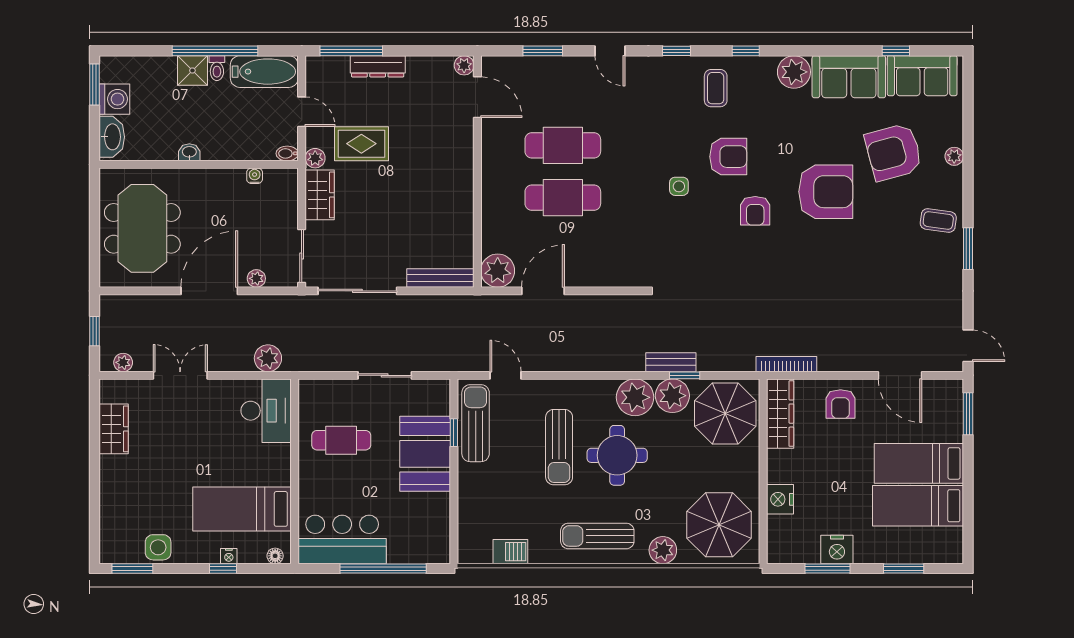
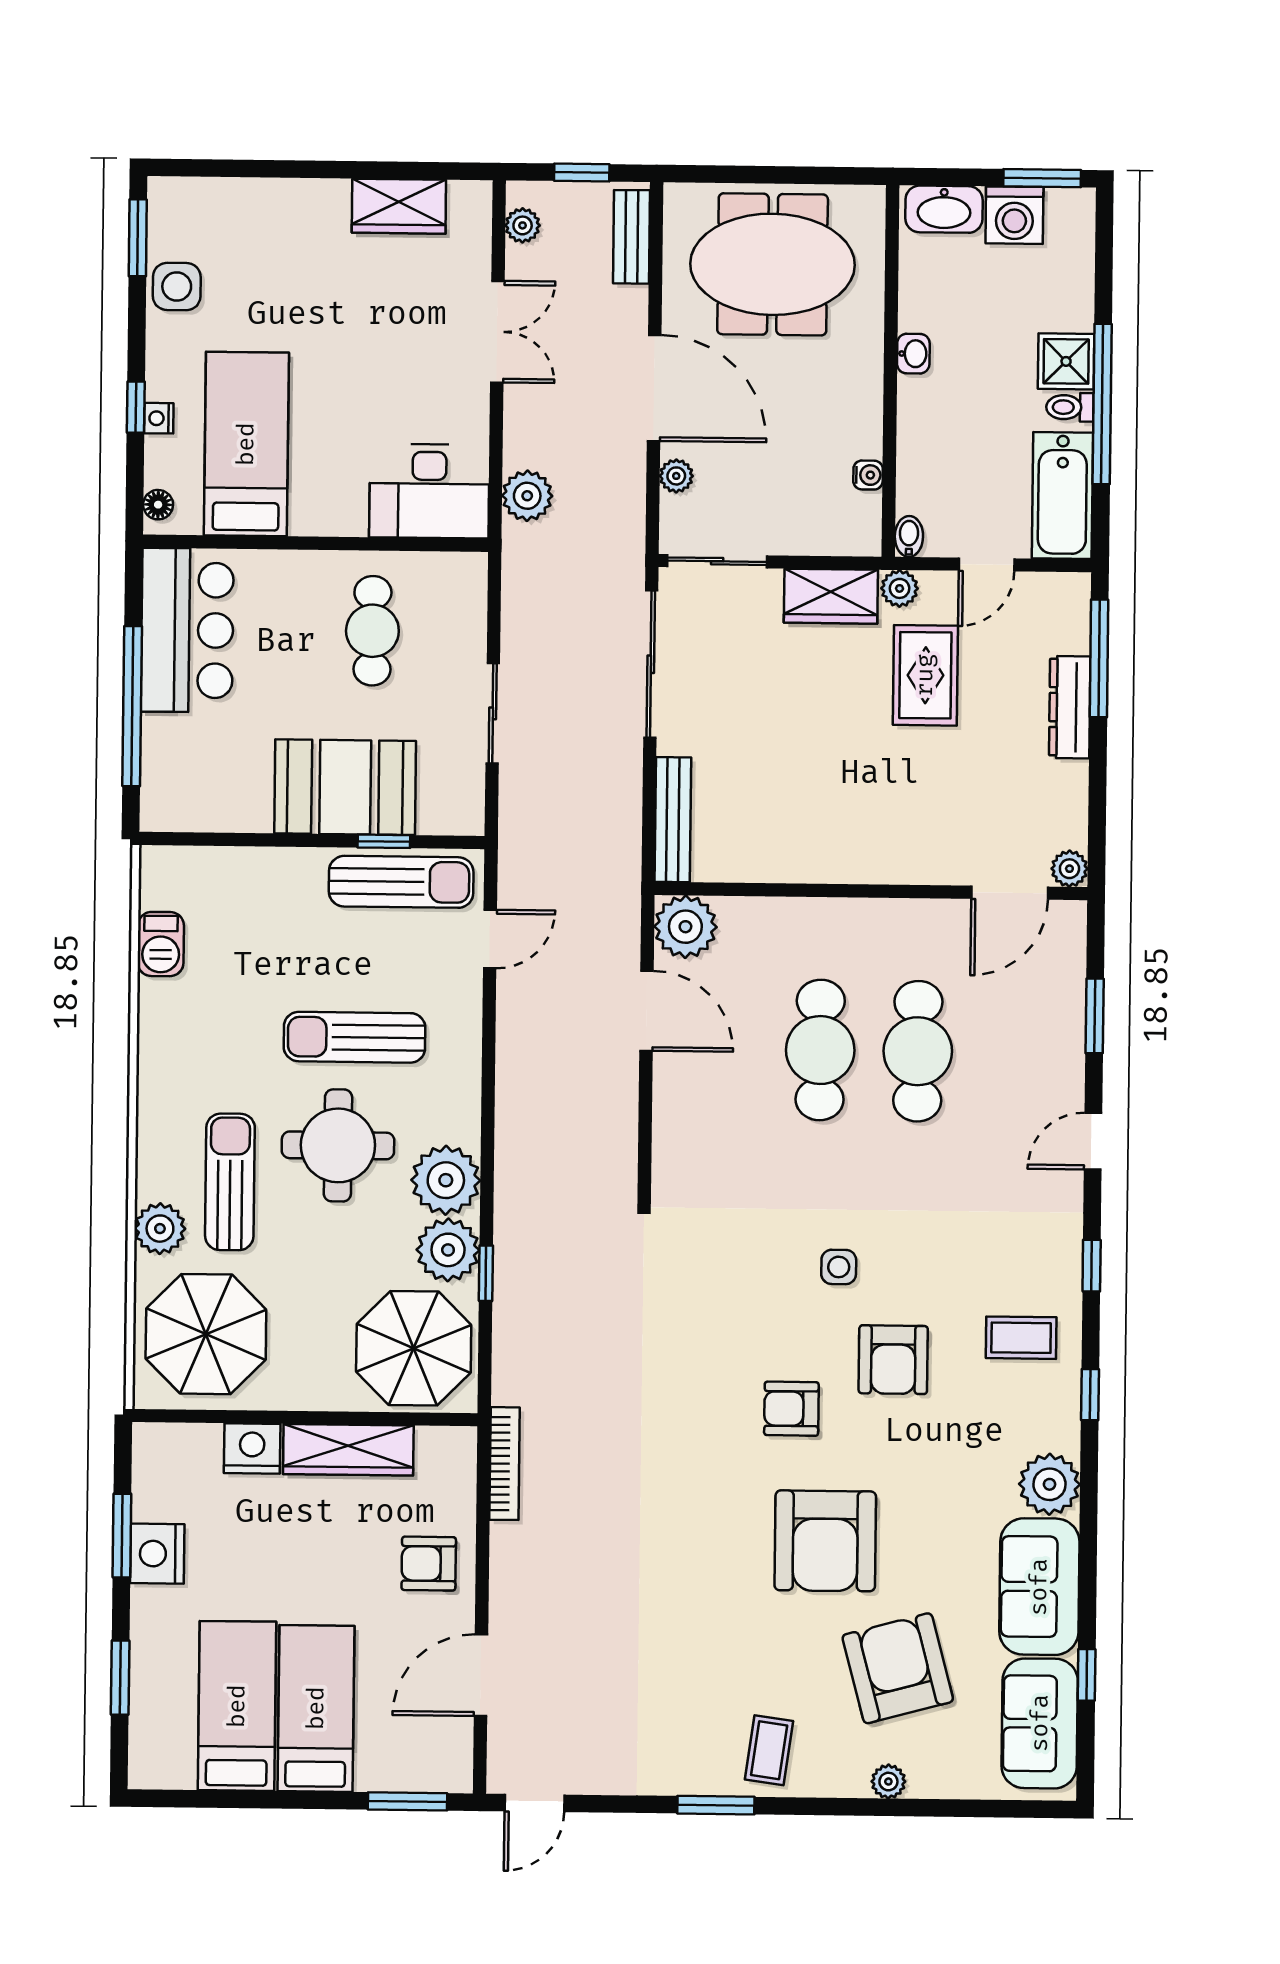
bench: (671, 362) -> (631, 237), moved
wardrobe: (780, 414) -> (348, 1450), moved
sun lounger: (597, 536) -> (230, 1182), moved

